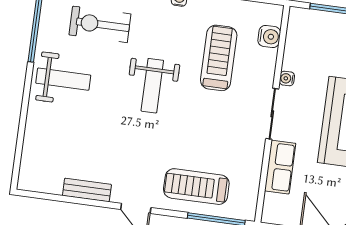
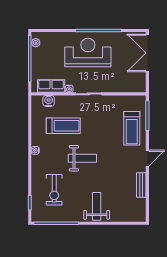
treadmill: (219, 58) -> (63, 126), turned 180
weight bench: (63, 79) -> (97, 206), moved
row of seats: (280, 167) -> (51, 86), moved

